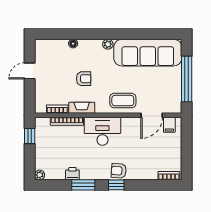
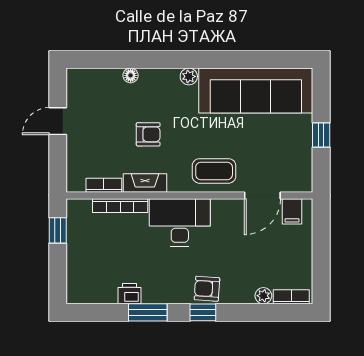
window: (187, 79) -> (321, 135), width x0.32
plant: (40, 175) -> (263, 296), moved

